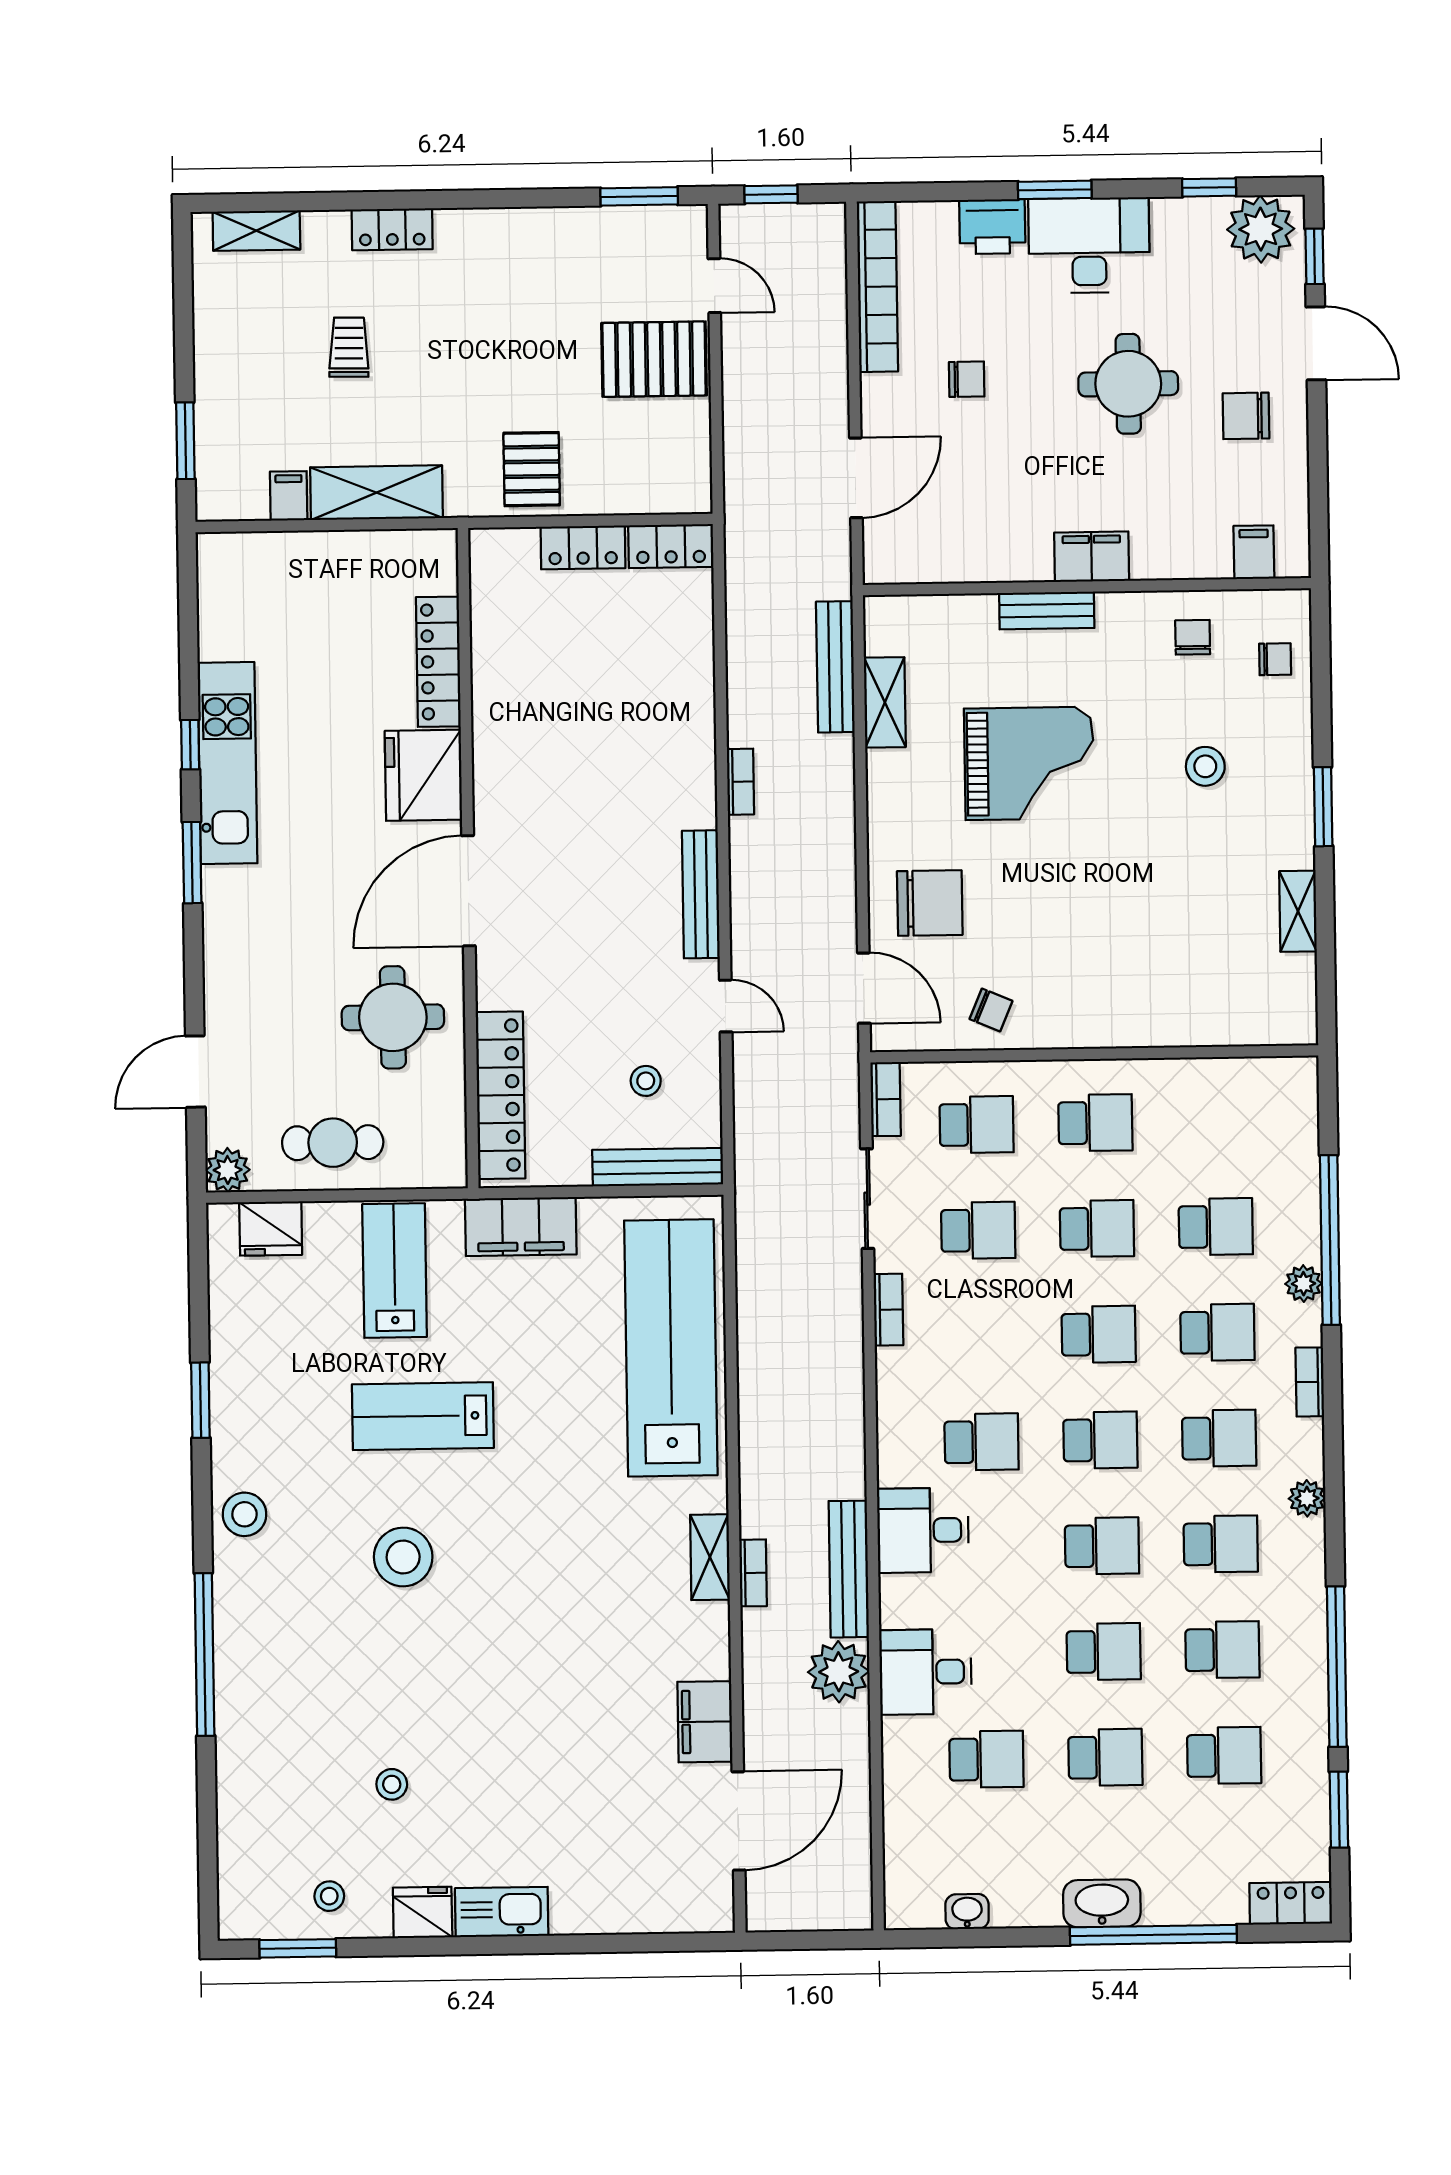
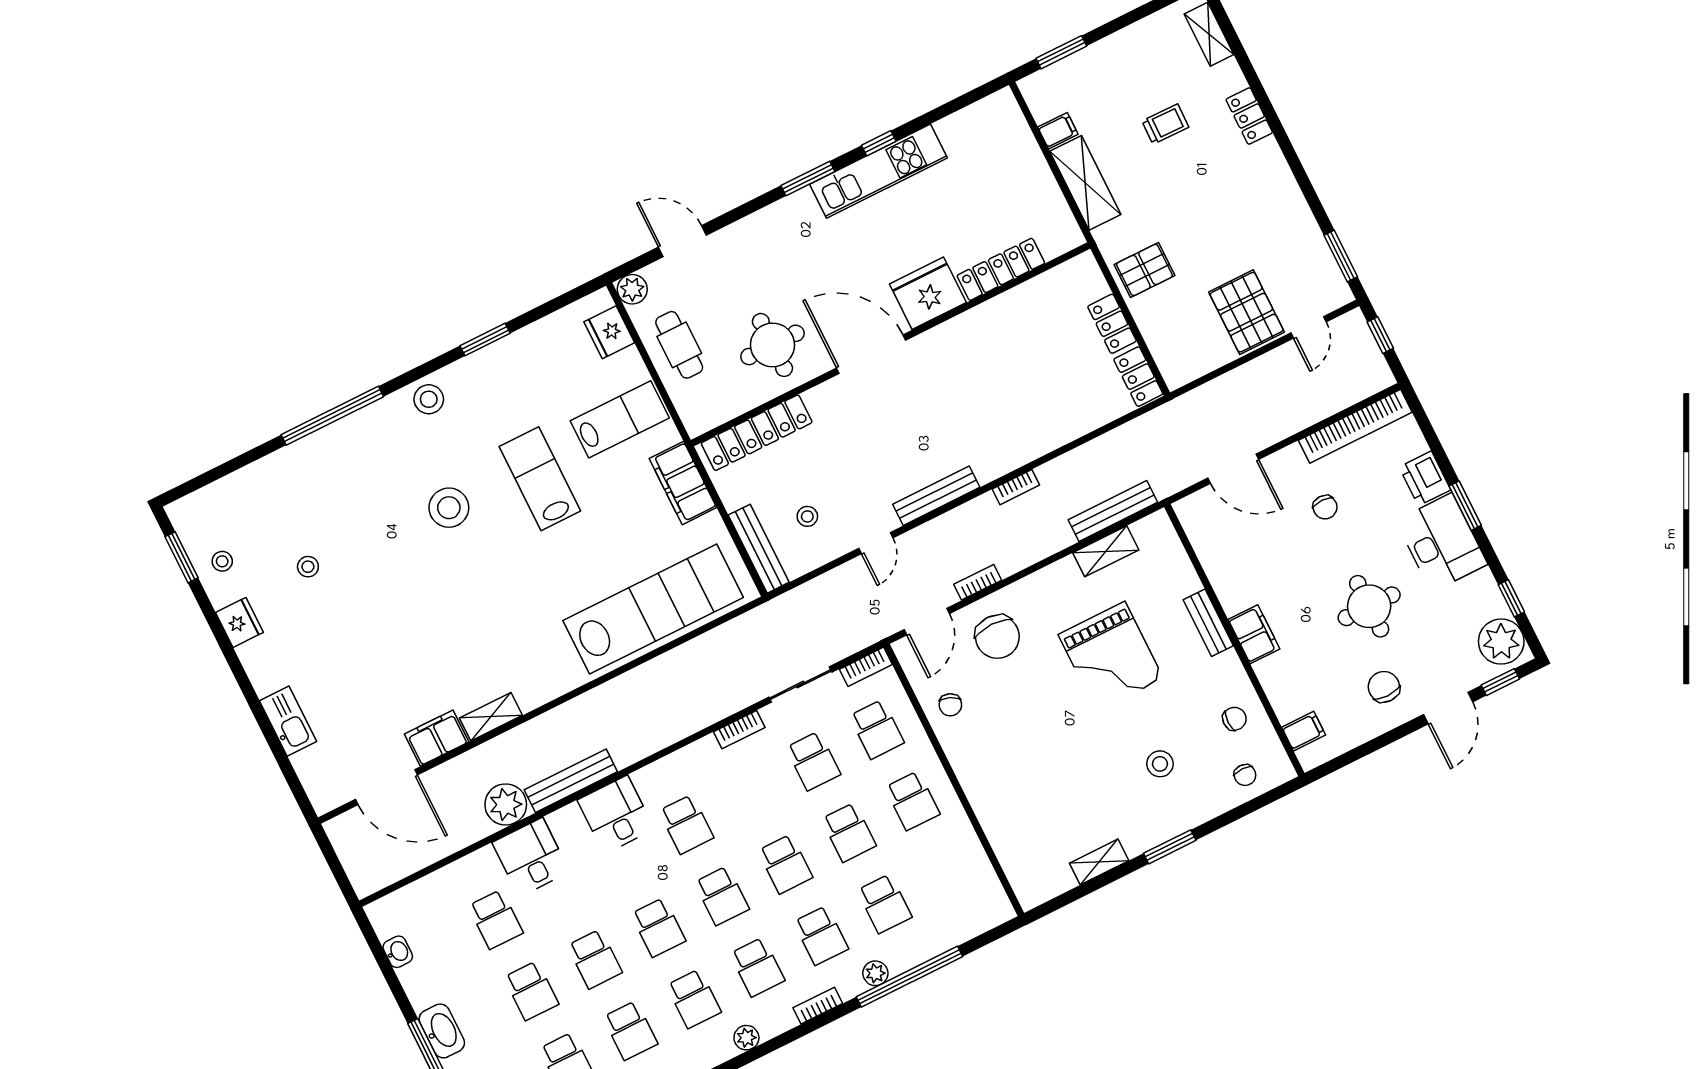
shelving: (710, 1557) -> (491, 717), moved
bookcase: (753, 1573) -> (978, 582), moved, turned 180
kitchen sink: (502, 1912) -> (288, 721), moved

